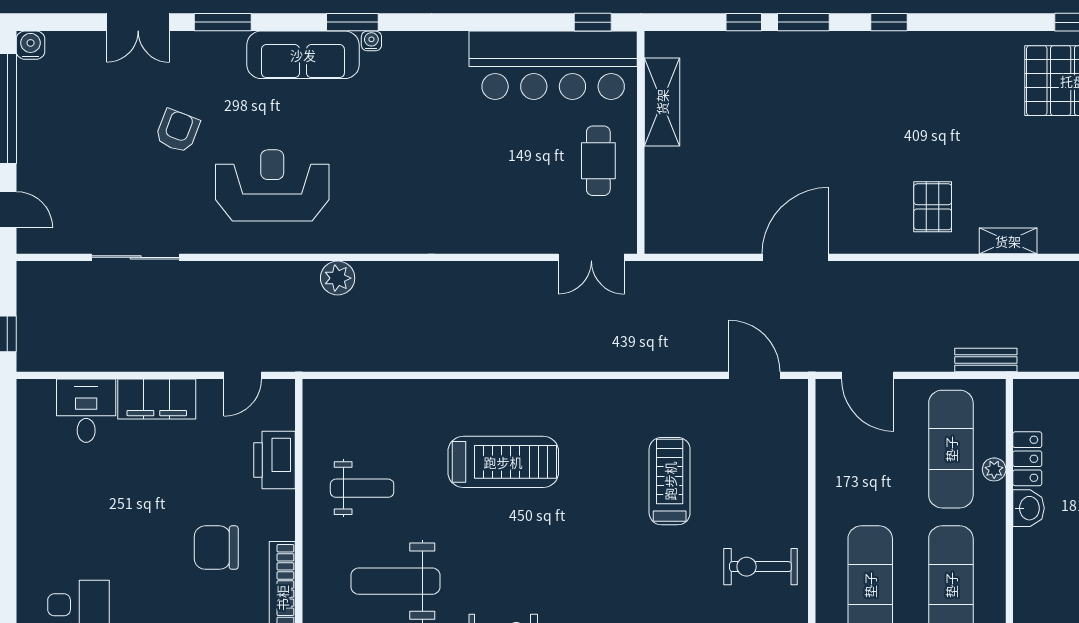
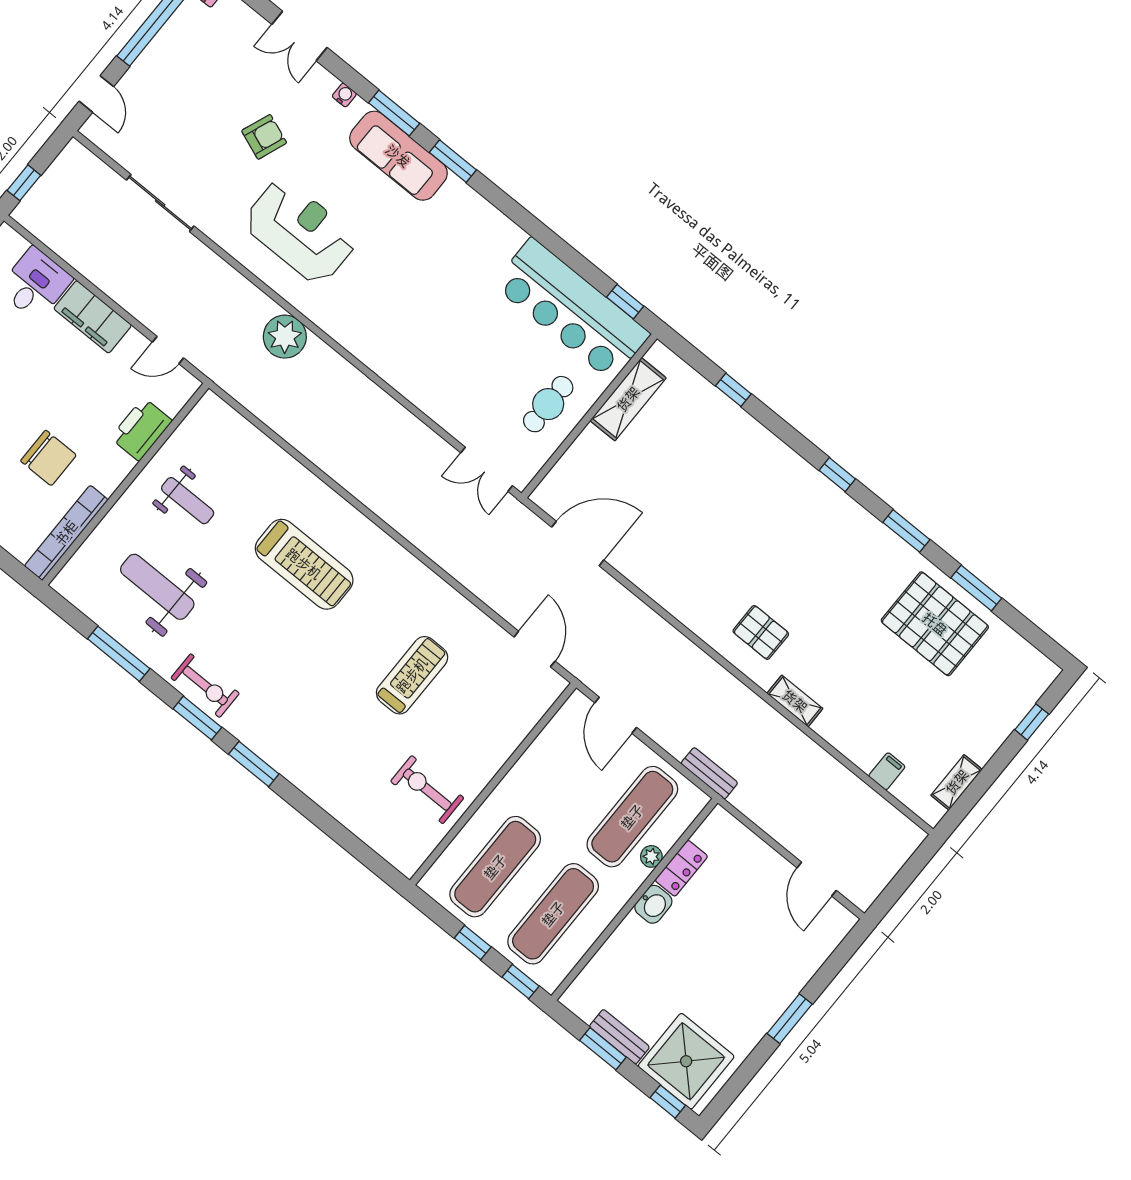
window: (223, 22) -> (394, 113), moved
window: (803, 22) -> (906, 531), moved
water cooler: (371, 41) -> (344, 95), moved
pallet: (933, 207) -> (761, 632), turned 90
door: (796, 257) -> (578, 543), moved
plant: (338, 278) -> (285, 337), width x1.36, depth x1.36
chair: (216, 548) -> (48, 458), turned 180

